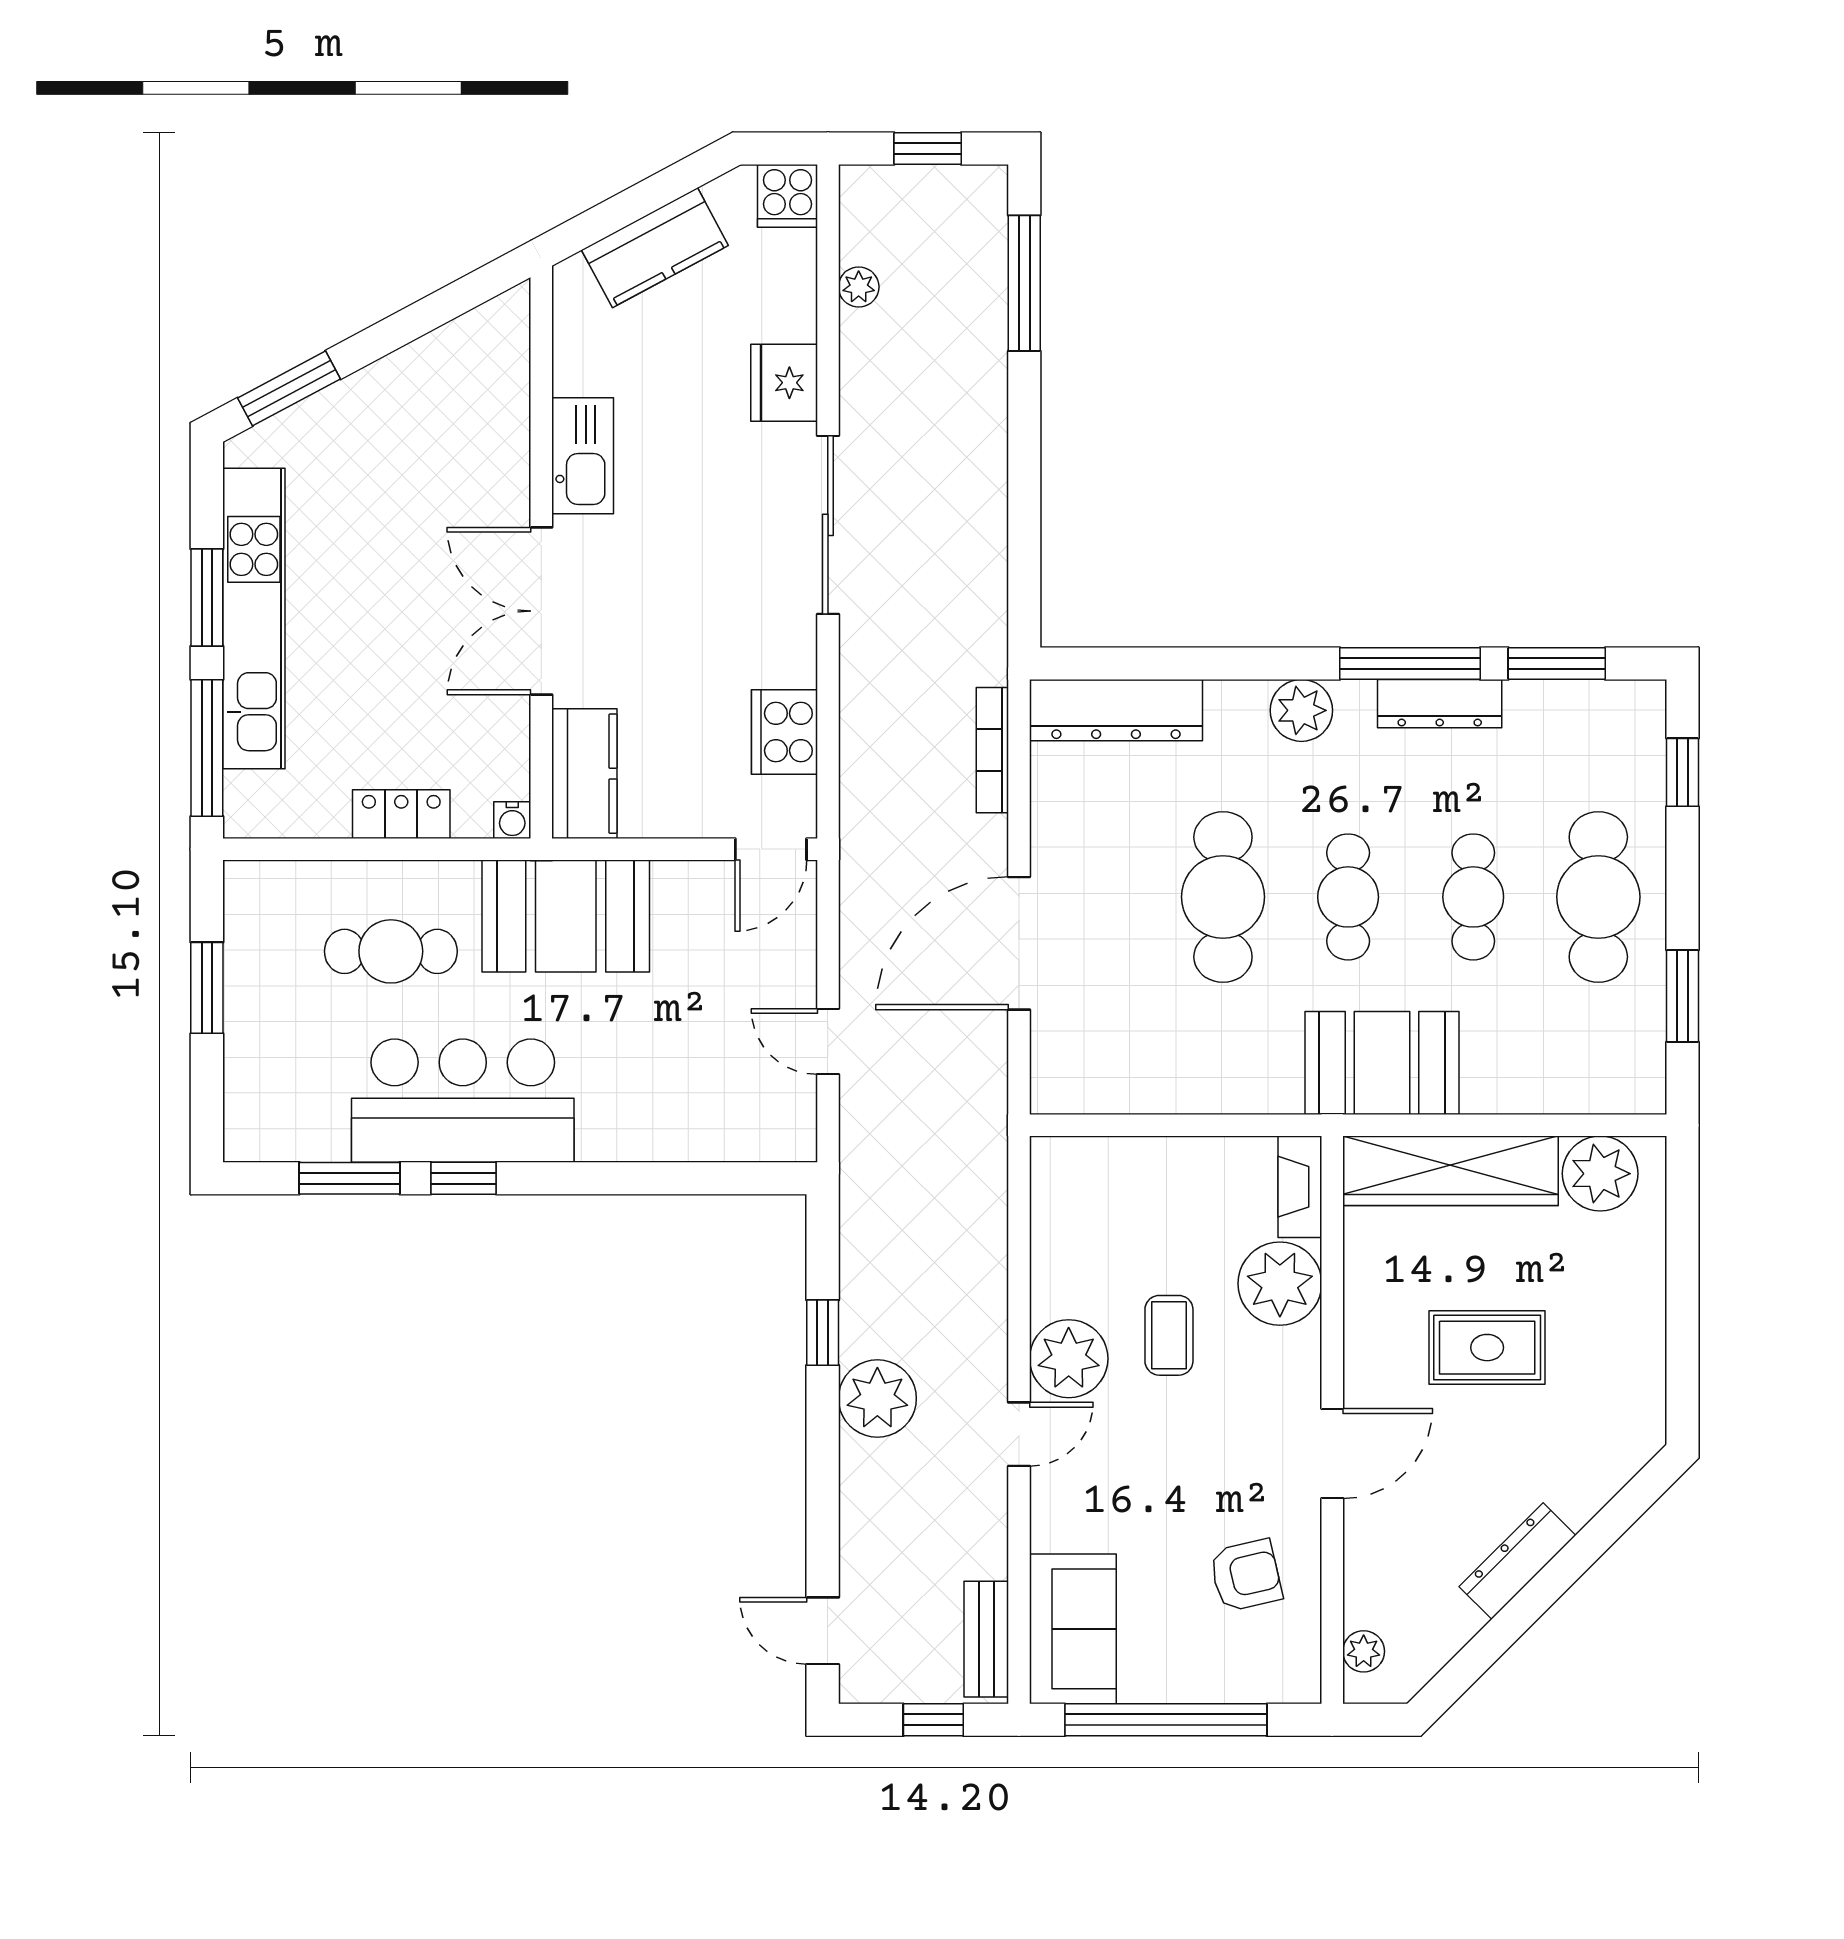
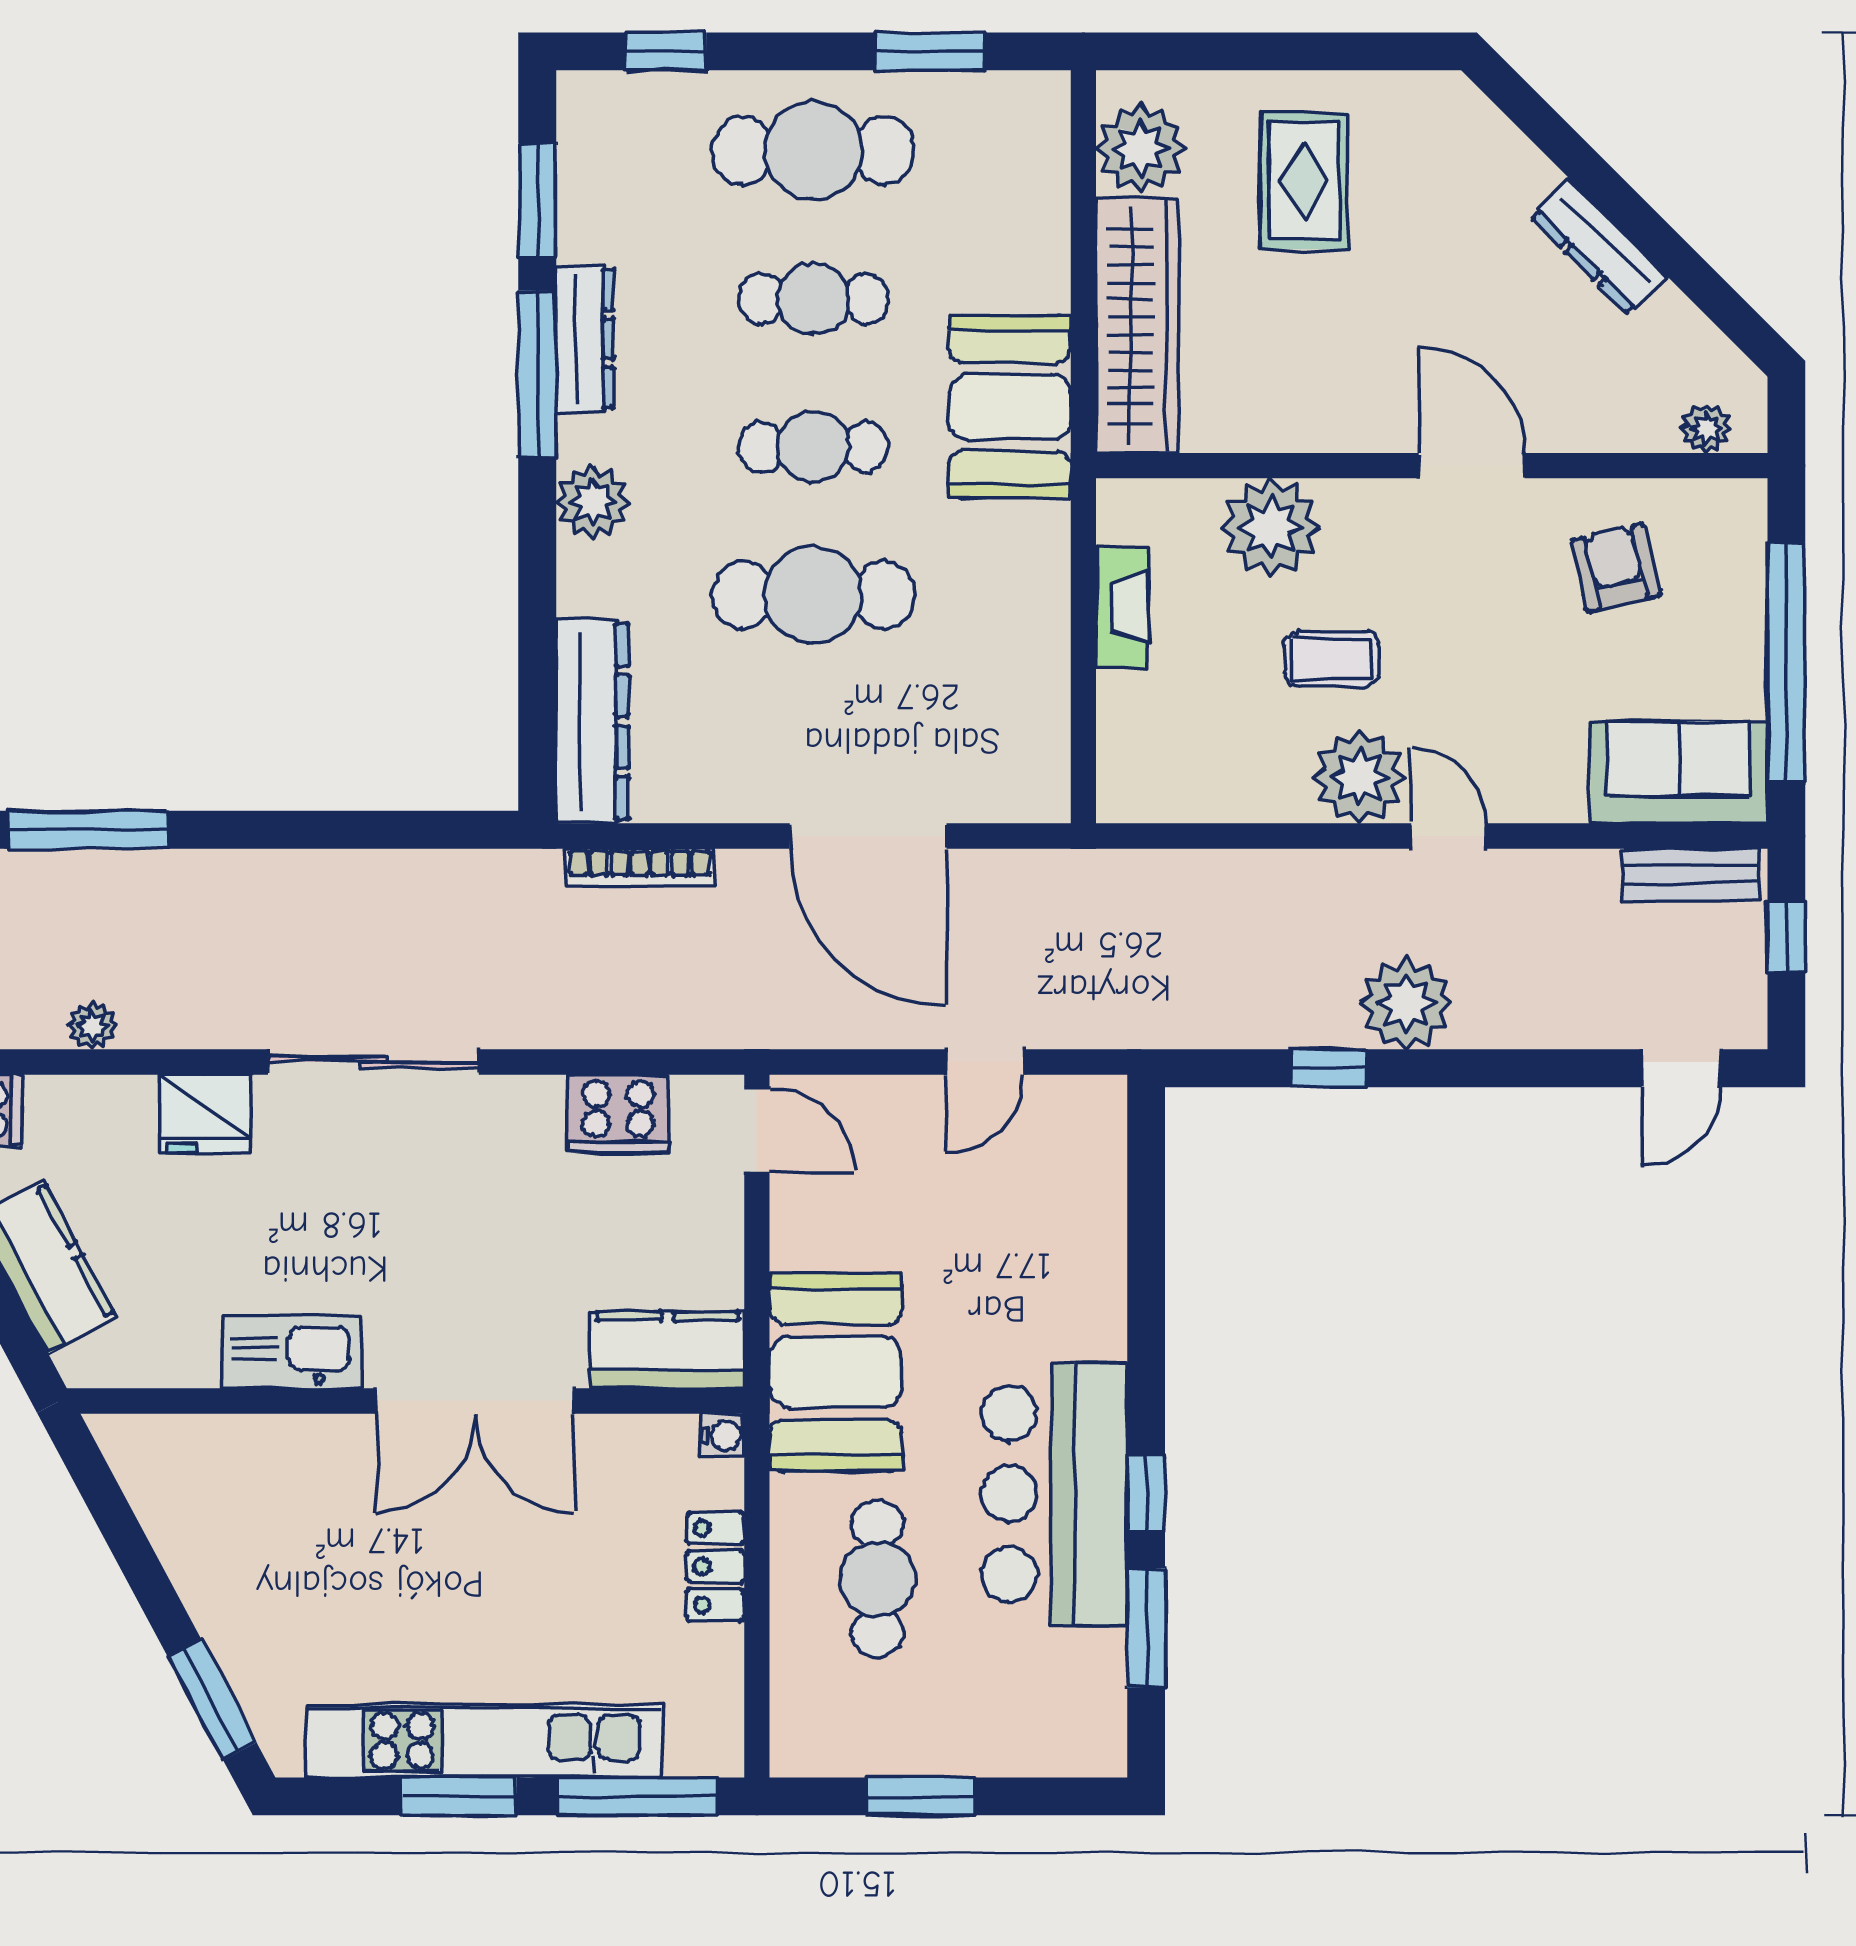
fireplace: (1300, 1187) -> (1122, 607), moved, turned -90
rug: (1487, 1348) -> (1304, 181), moved

